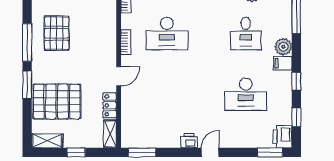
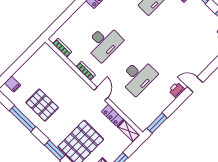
window: (27, 42) -> (23, 119), moved
desk: (246, 94) -> (138, 77), moved
door: (210, 152) -> (195, 85), hinge flipped

